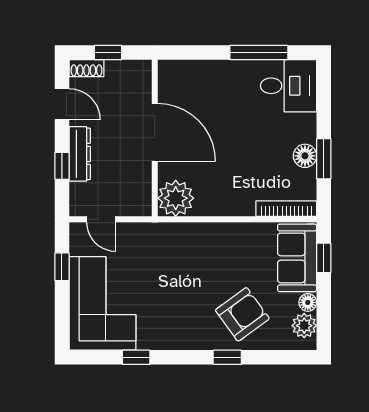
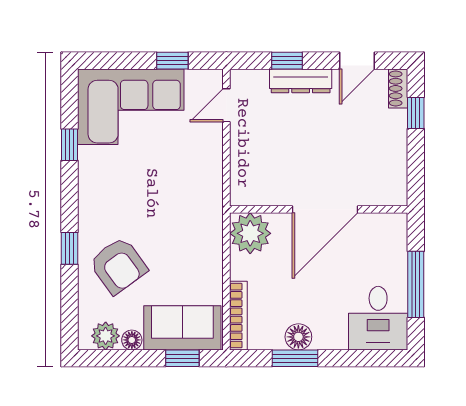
door: (155, 132) -> (325, 209), moved
wall: (155, 138) -> (319, 209), moved
plant: (176, 198) -> (250, 233), moved

